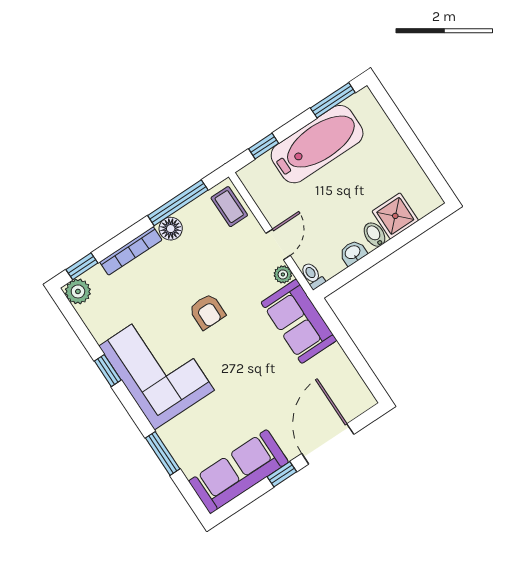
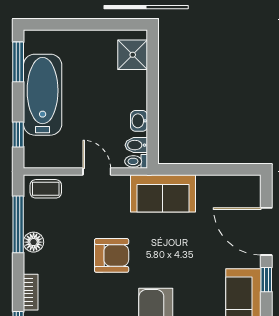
shower: (395, 216) -> (133, 55), moved
bidet: (375, 235) -> (136, 145), moved
bookcase: (131, 251) -> (31, 292), width x0.64
plant: (283, 274) -> (121, 182), removed
armchair: (207, 312) -> (112, 255), width x1.38, depth x1.38

